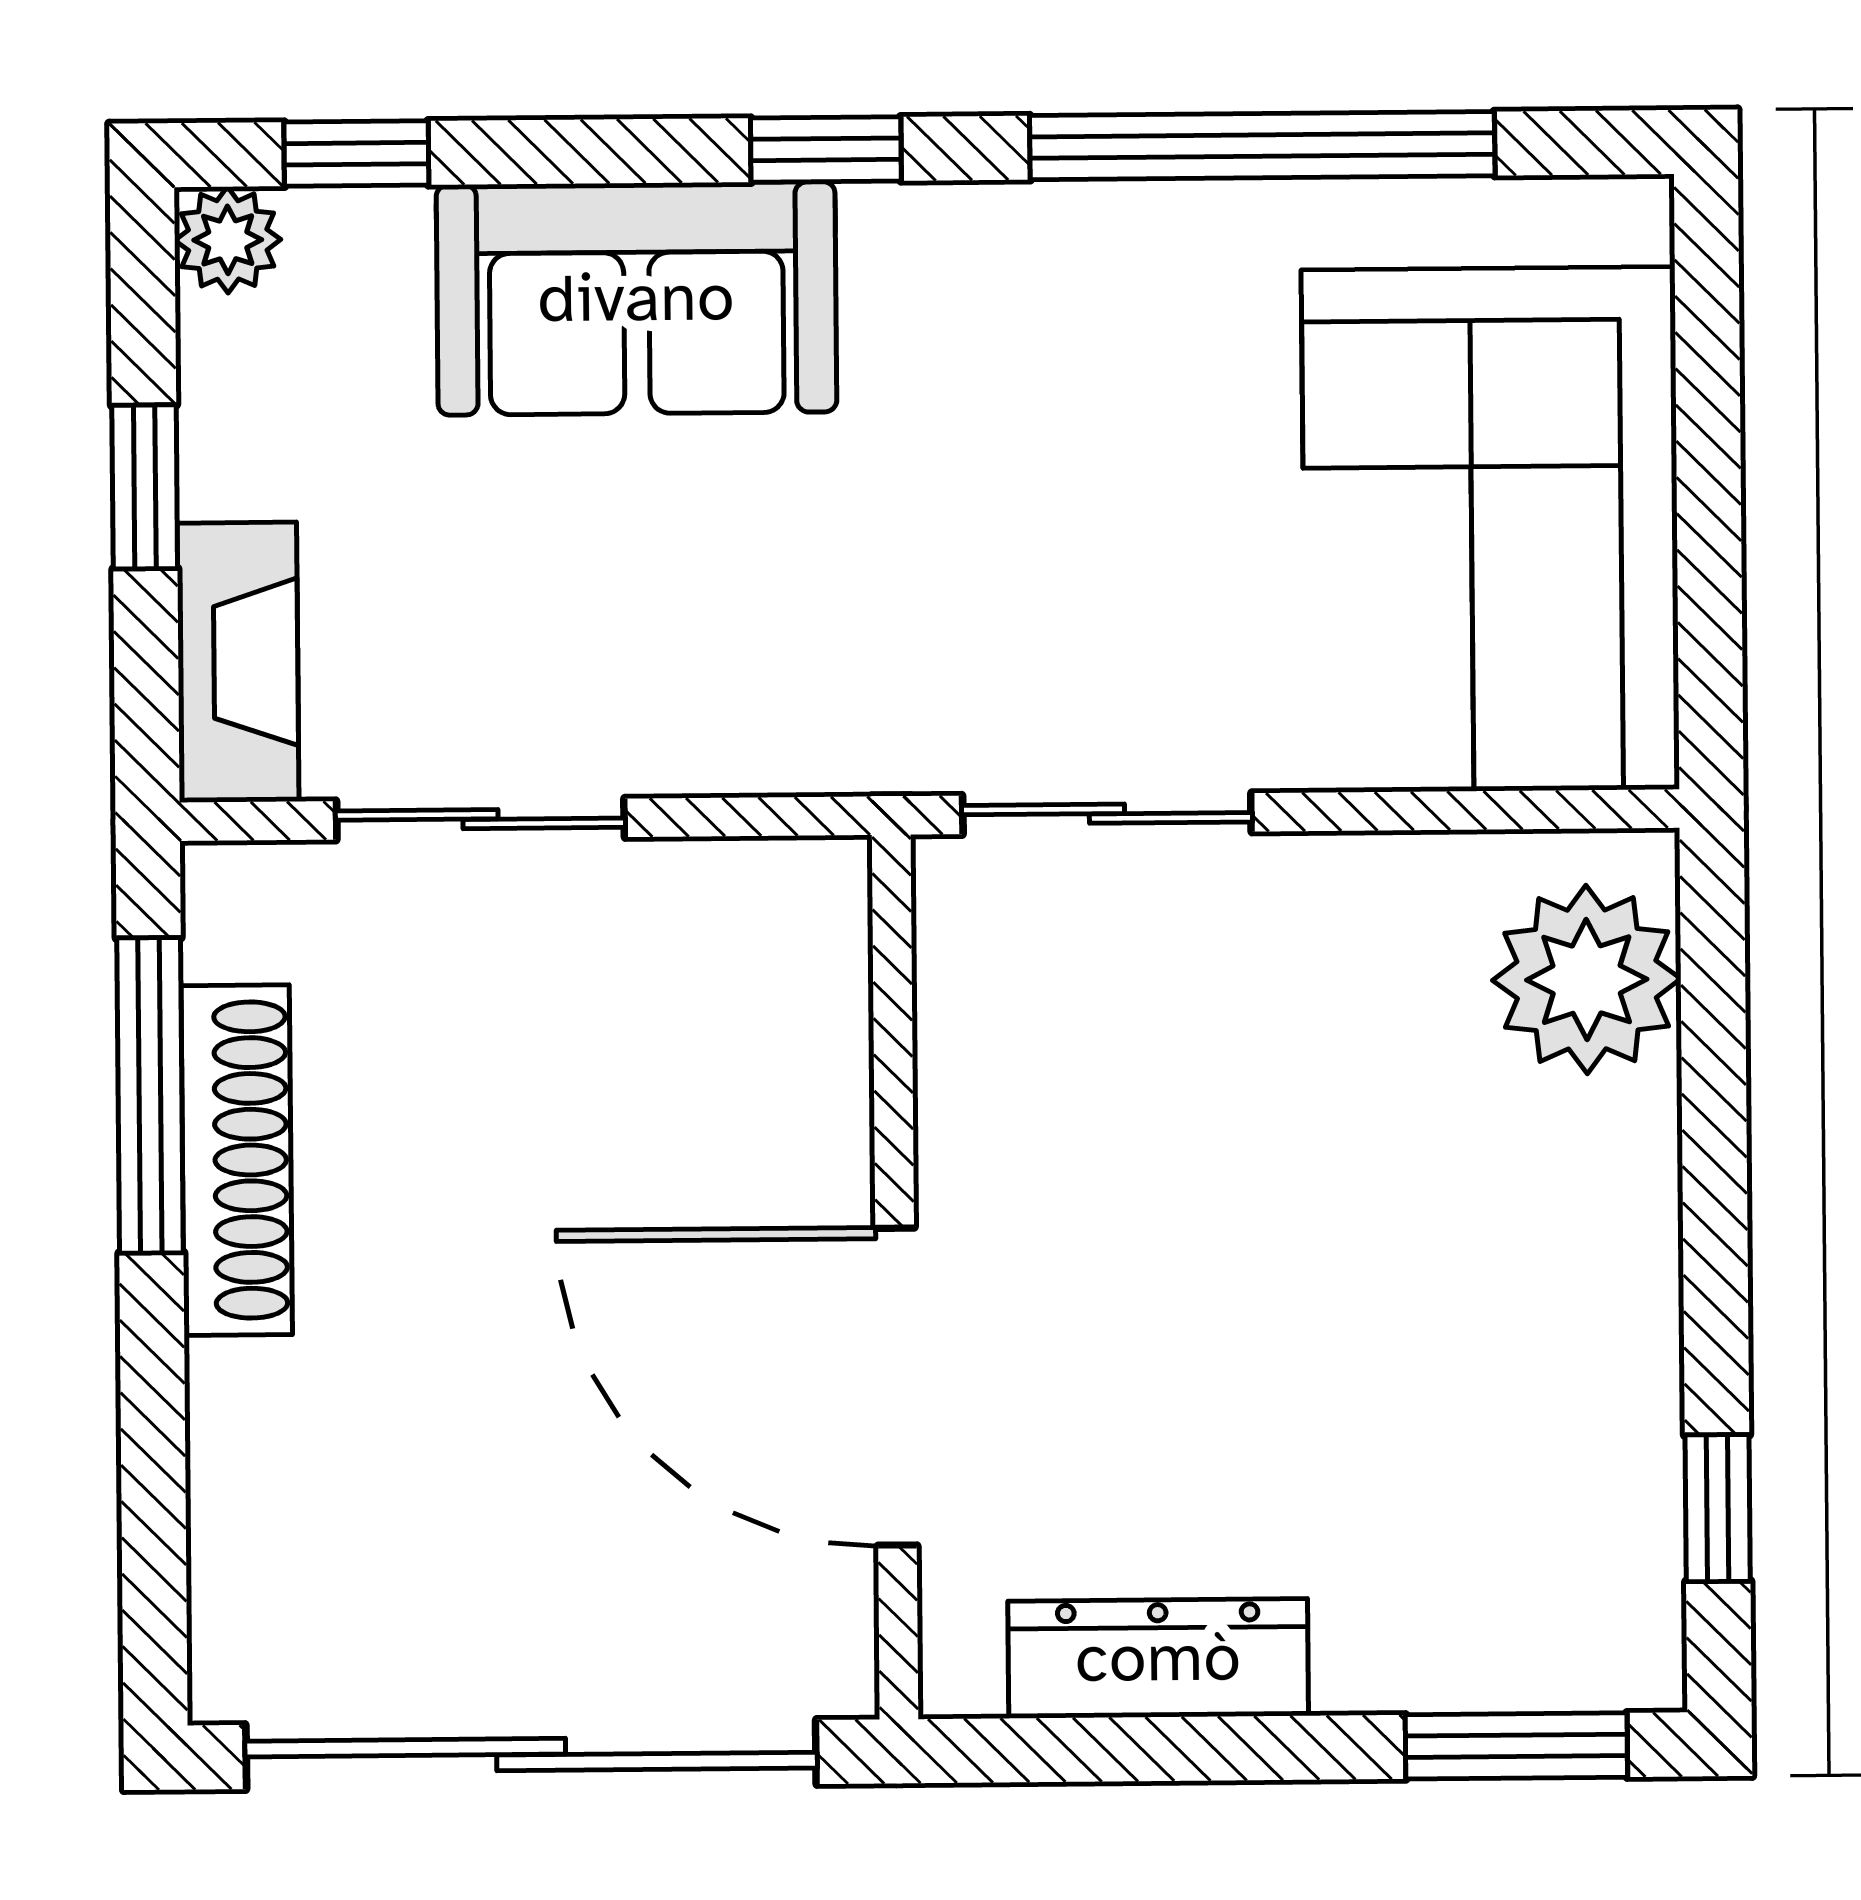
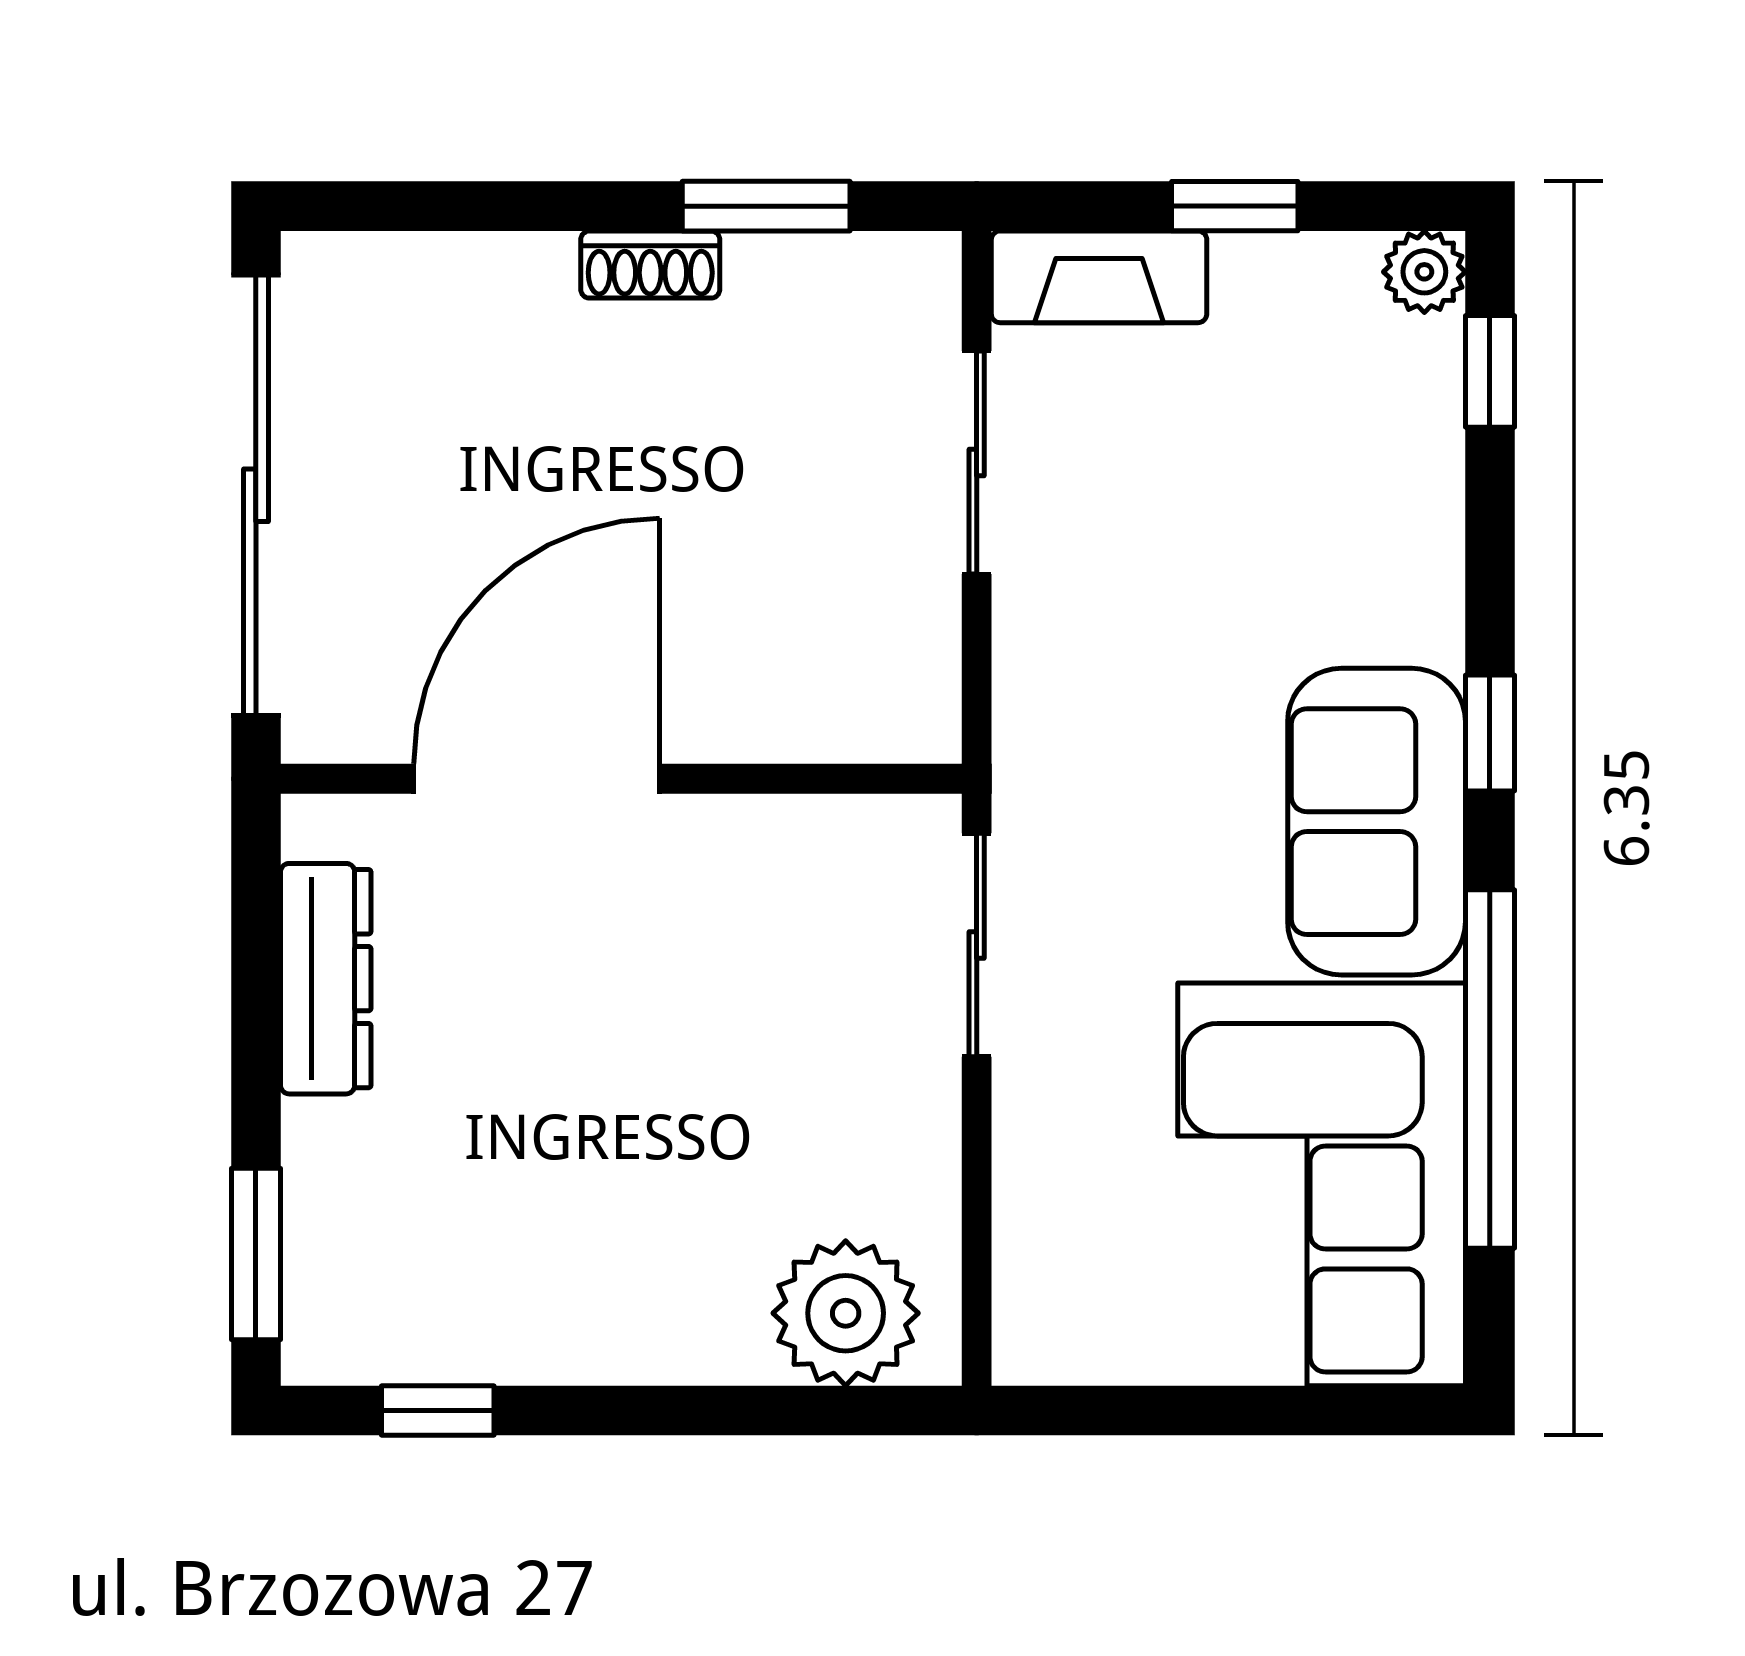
sofa: (636, 298) -> (1377, 822), moved
corner sofa: (1490, 529) -> (1322, 1184), moved, turned -90
window: (150, 1095) -> (766, 206), width x0.69
shoe rack: (237, 1160) -> (650, 265), width x0.51, depth x0.81

